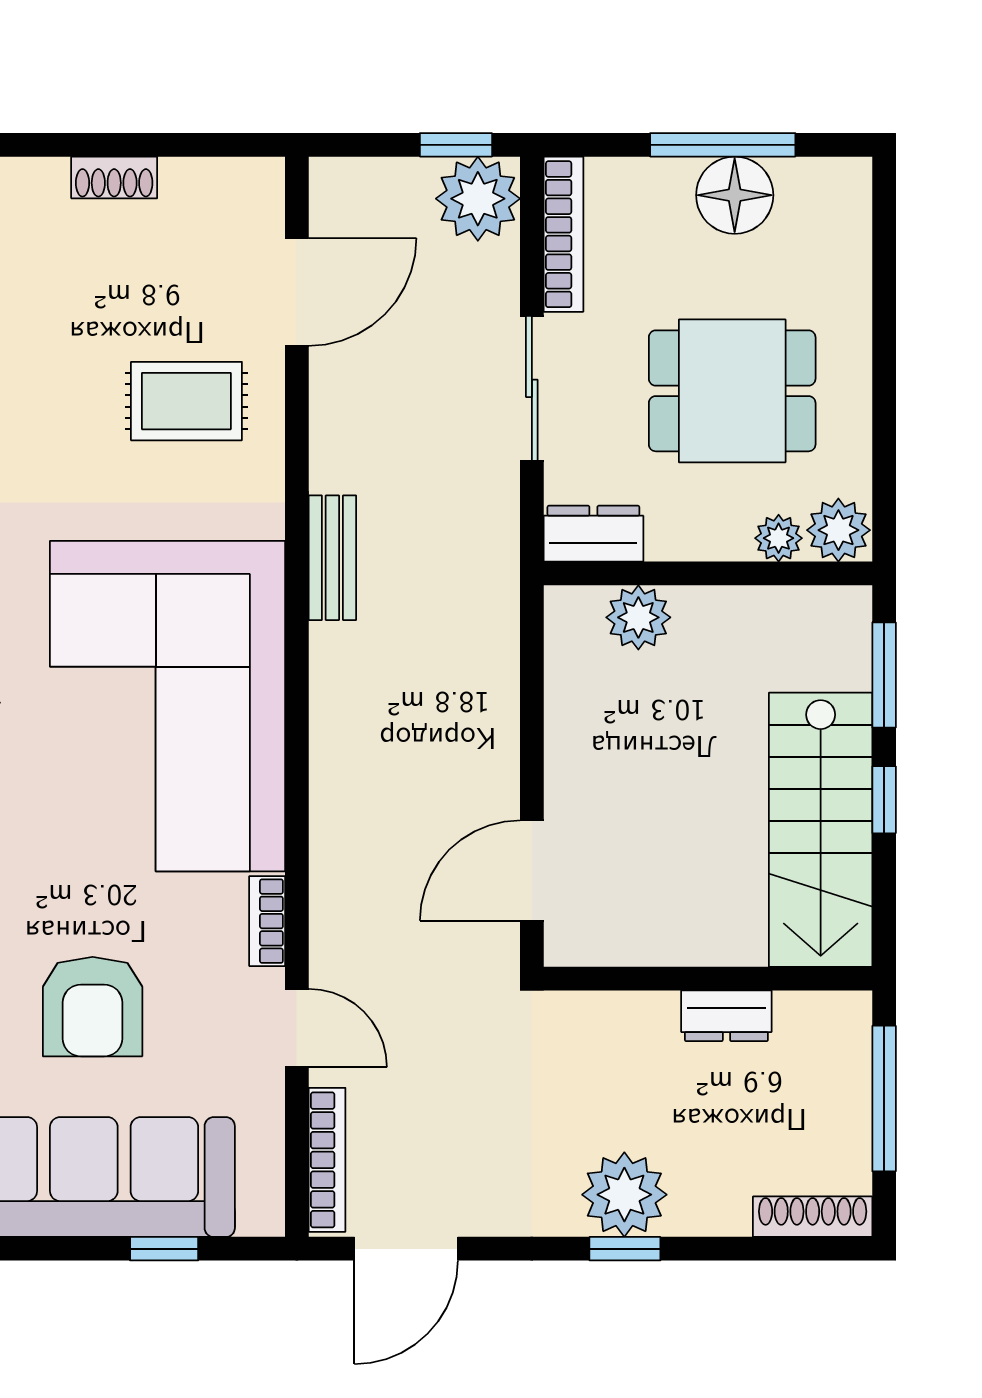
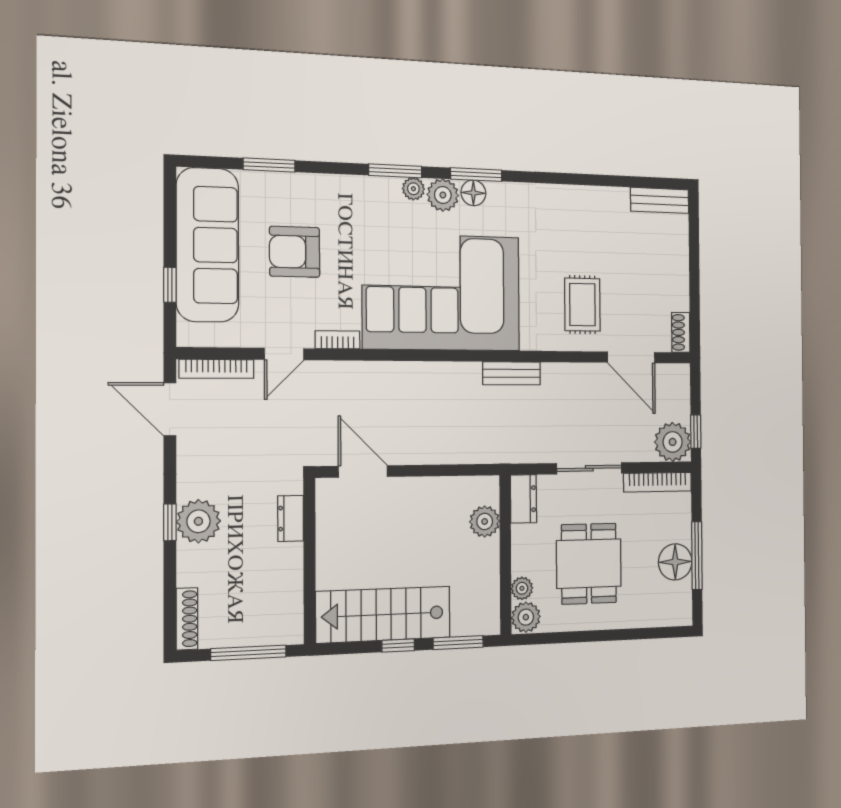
shoe rack: (114, 177) -> (681, 332), moved
dresser: (726, 1016) -> (291, 518), moved

